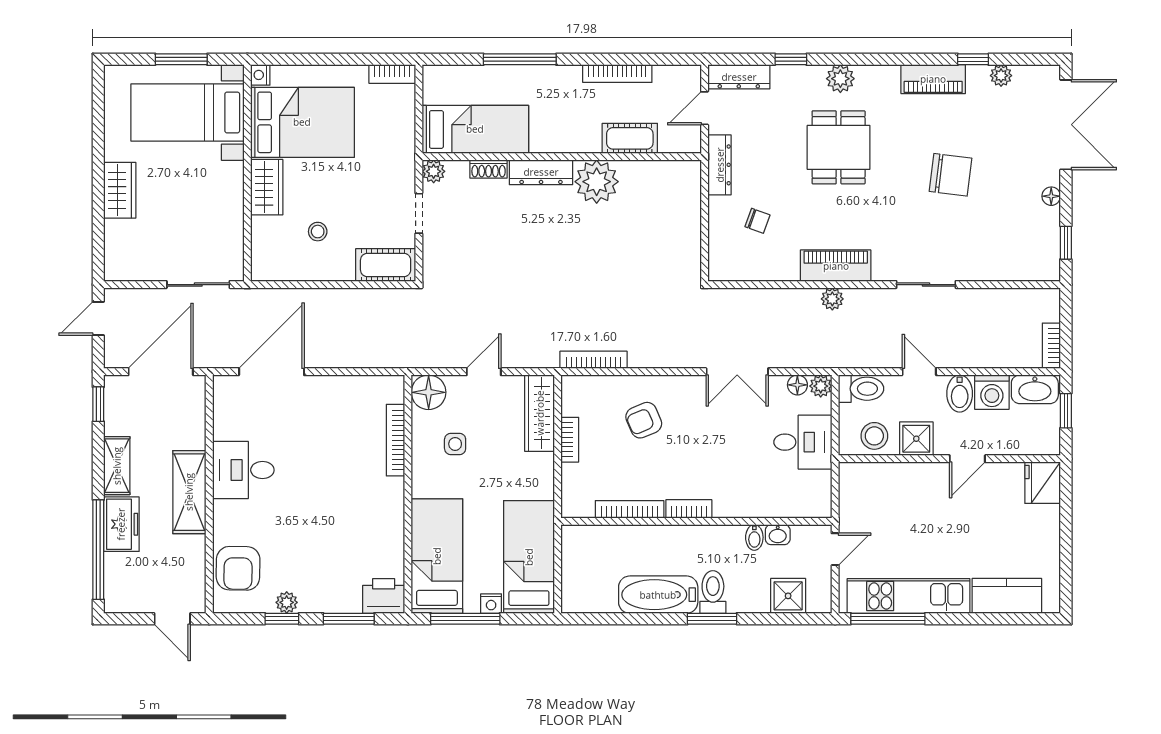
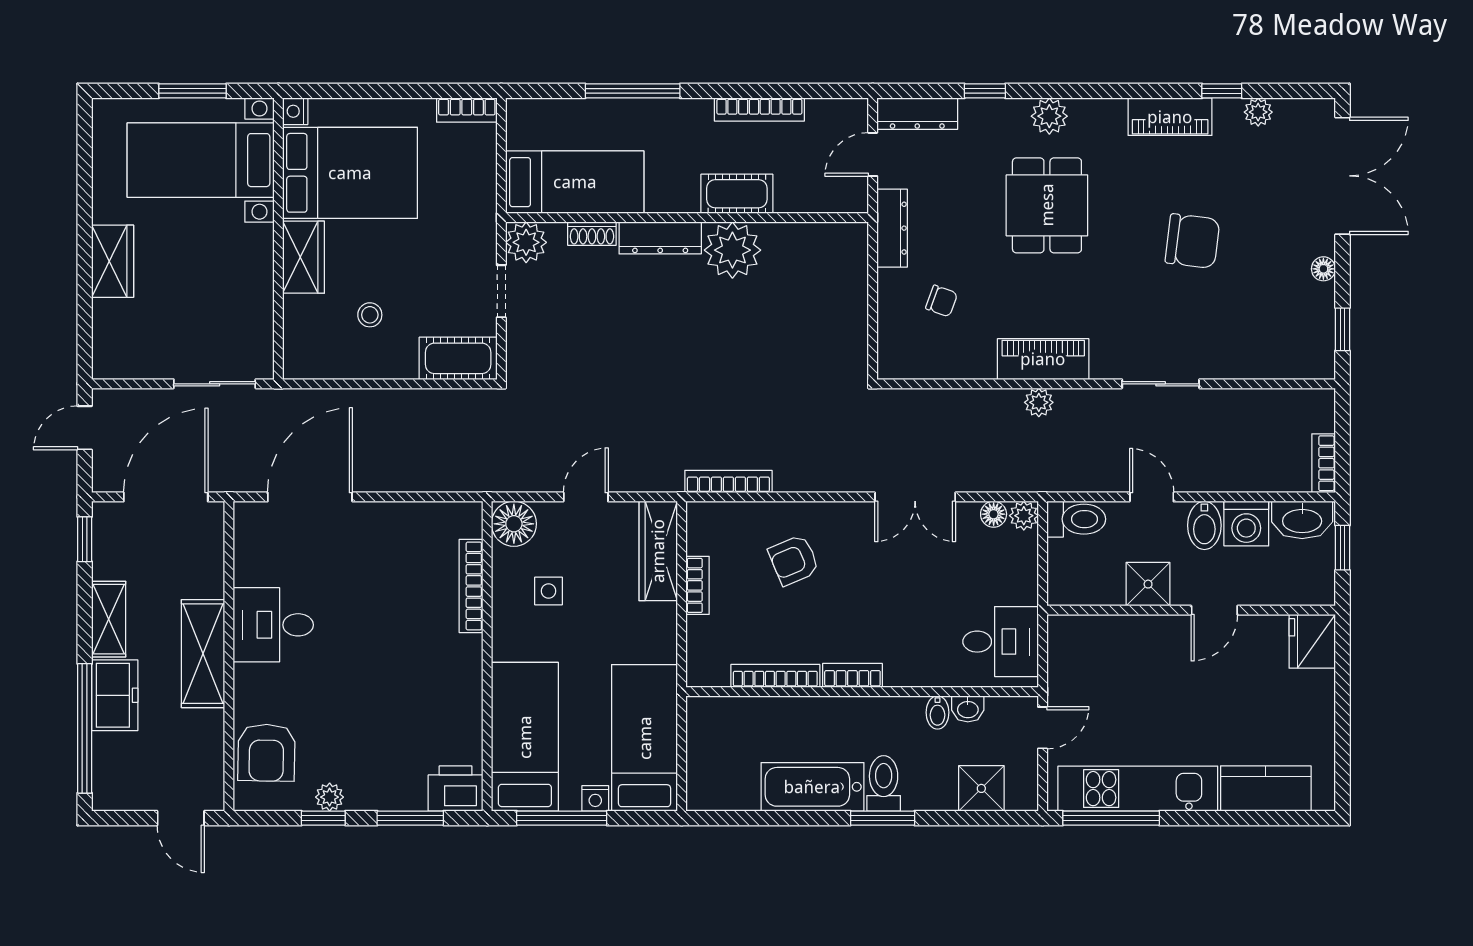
cot: (630, 138) -> (737, 194), moved
plant: (434, 171) -> (526, 242), width x1.38, depth x1.38
stool: (874, 436) -> (1094, 581), removed
desk: (803, 442) -> (1001, 642), moved

